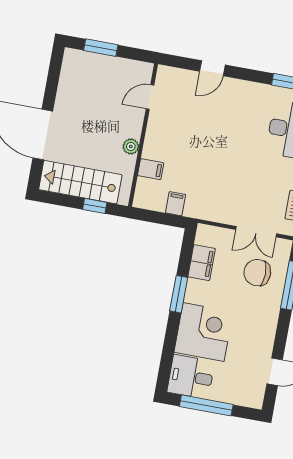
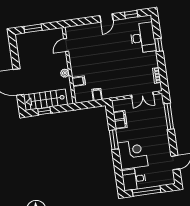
door: (212, 68) -> (106, 18), moved
window: (95, 206) -> (44, 111), moved
chair: (257, 273) -> (150, 115), removed

